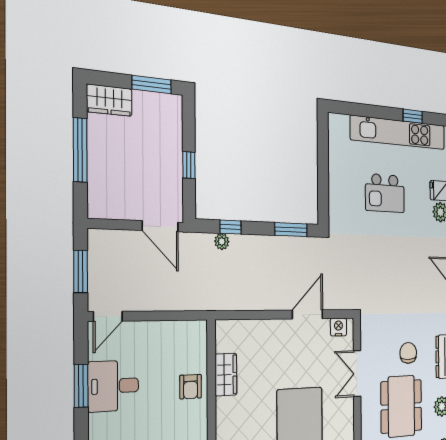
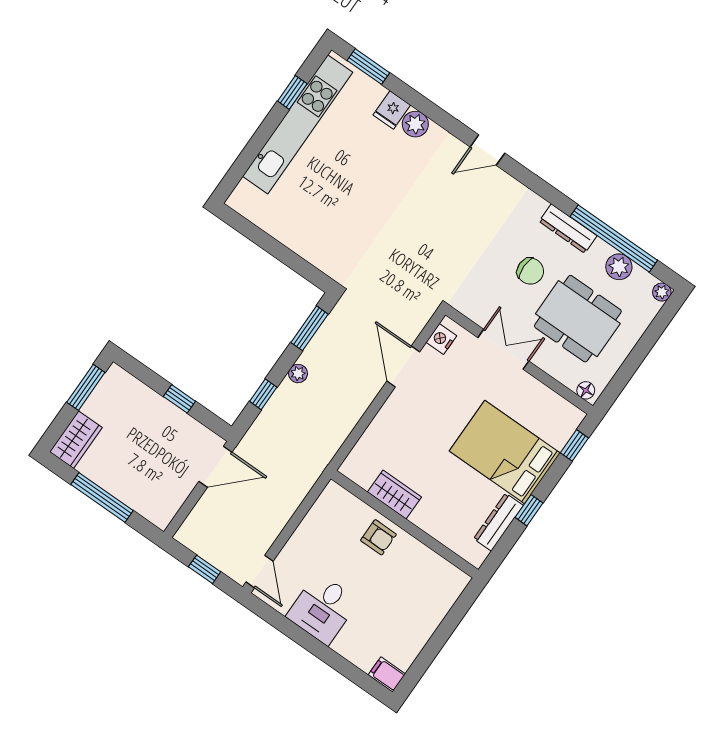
kitchen island: (385, 193) -> (348, 186), removed
plant: (222, 241) -> (298, 374), moved
window: (81, 271) -> (205, 569), width x0.67
chair: (408, 353) -> (530, 271), turned 180
double door: (357, 374) -> (503, 349), swing flipped
window: (81, 386) -> (301, 637), removed

